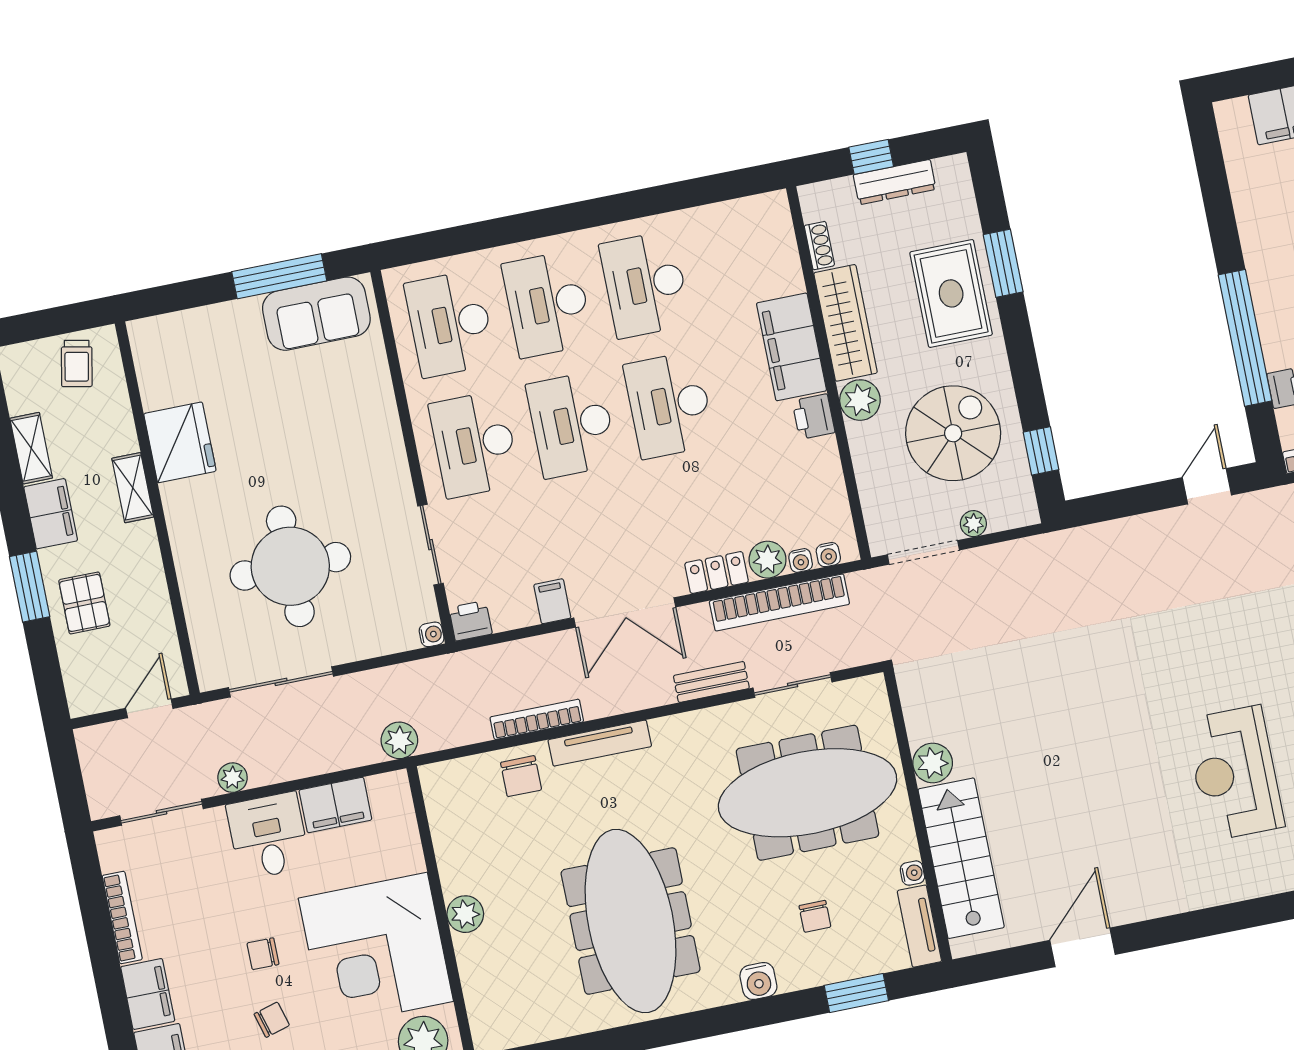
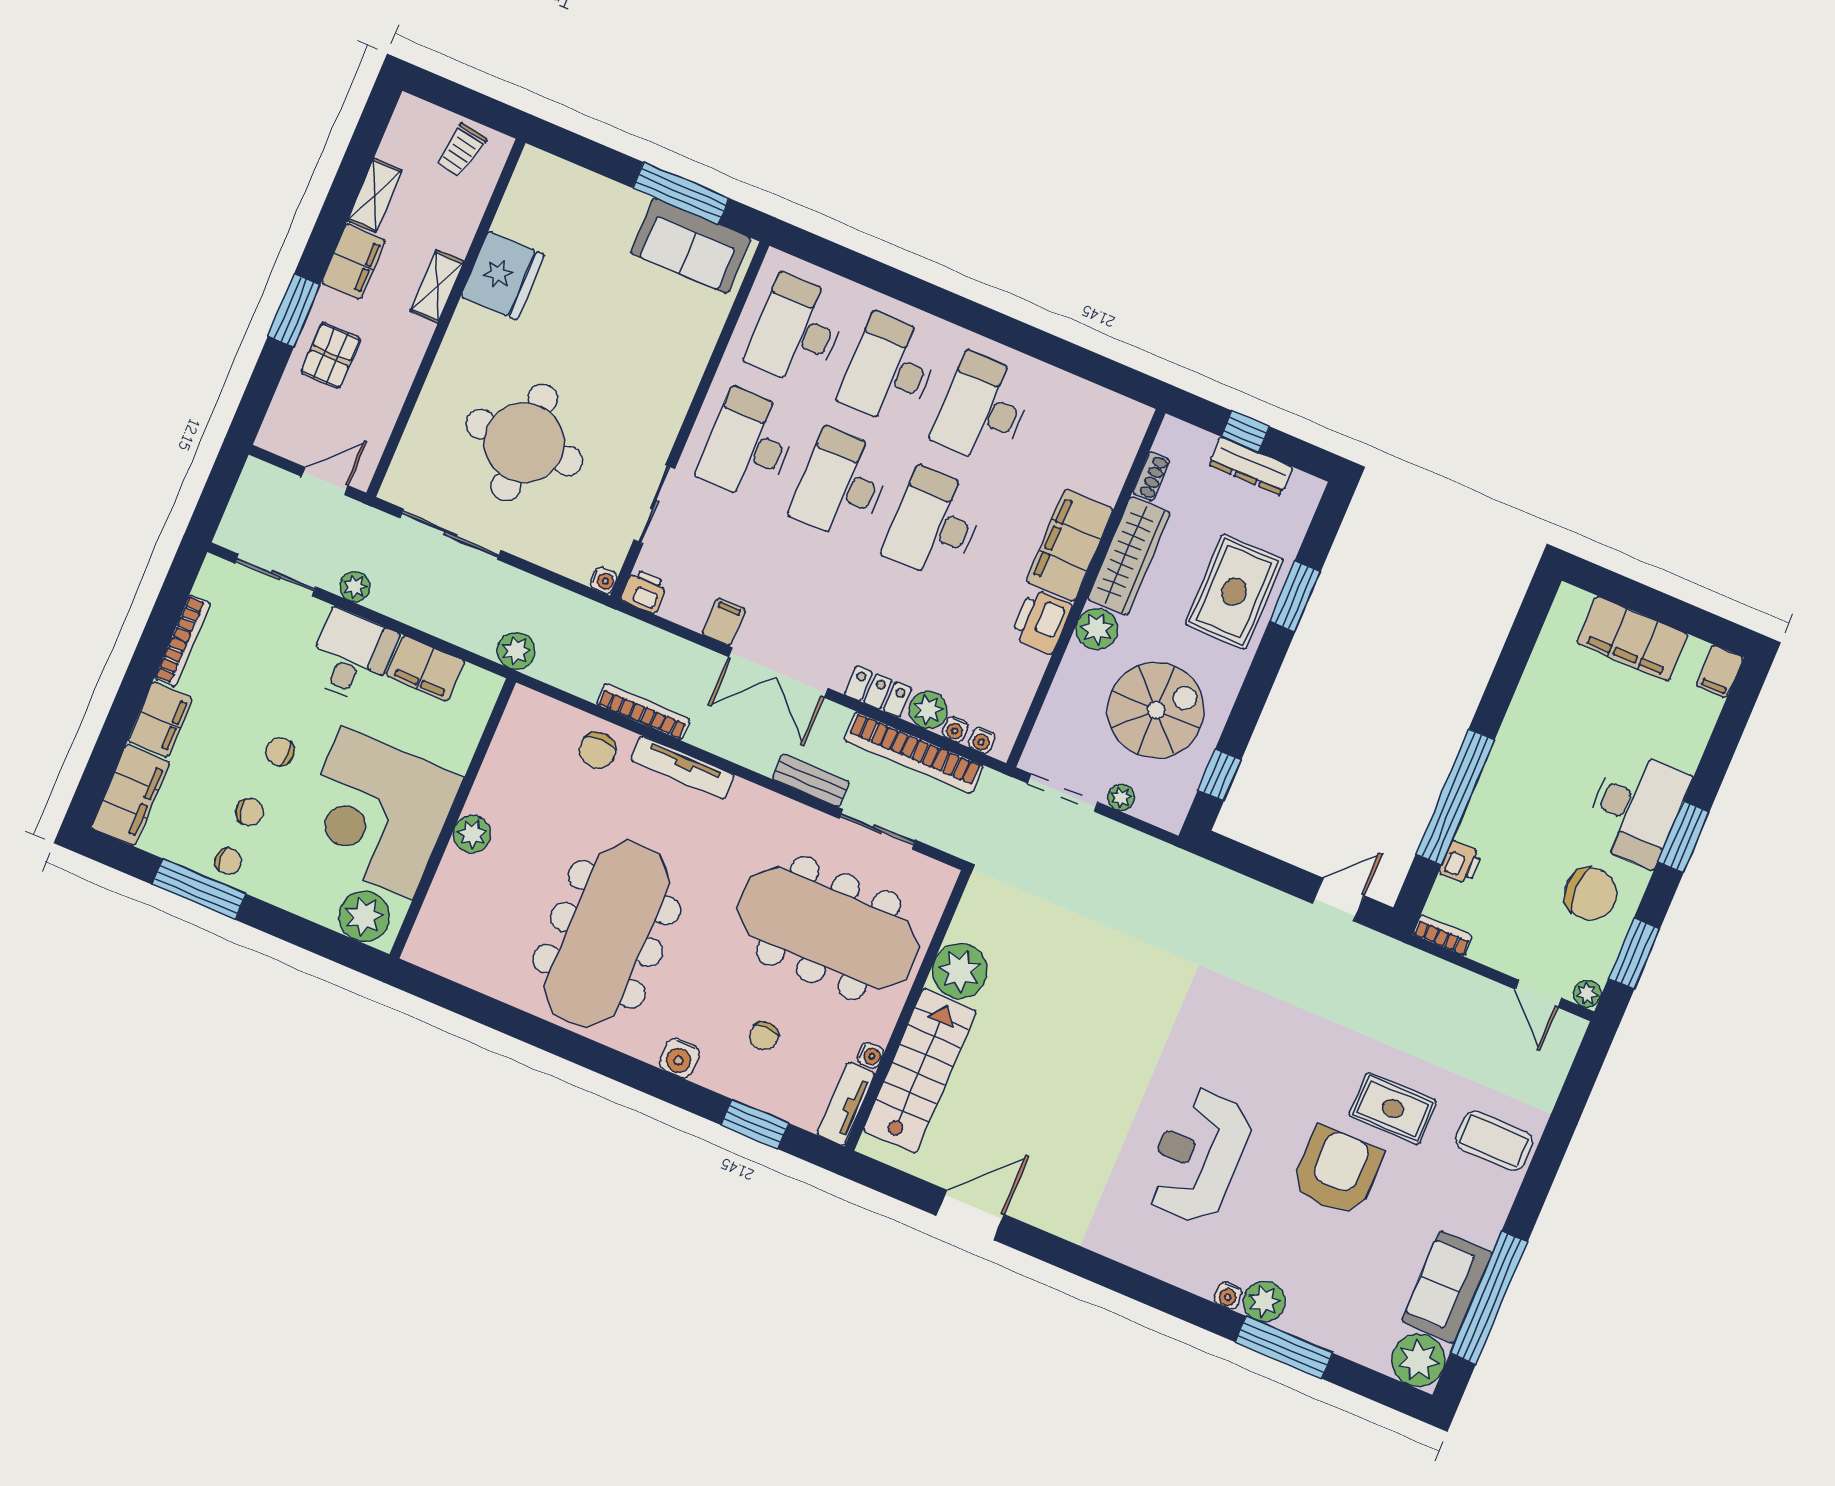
printer: (814, 417) -> (1041, 621), width x1.36, depth x1.24
plant: (933, 763) -> (960, 971), width x1.36, depth x1.36

